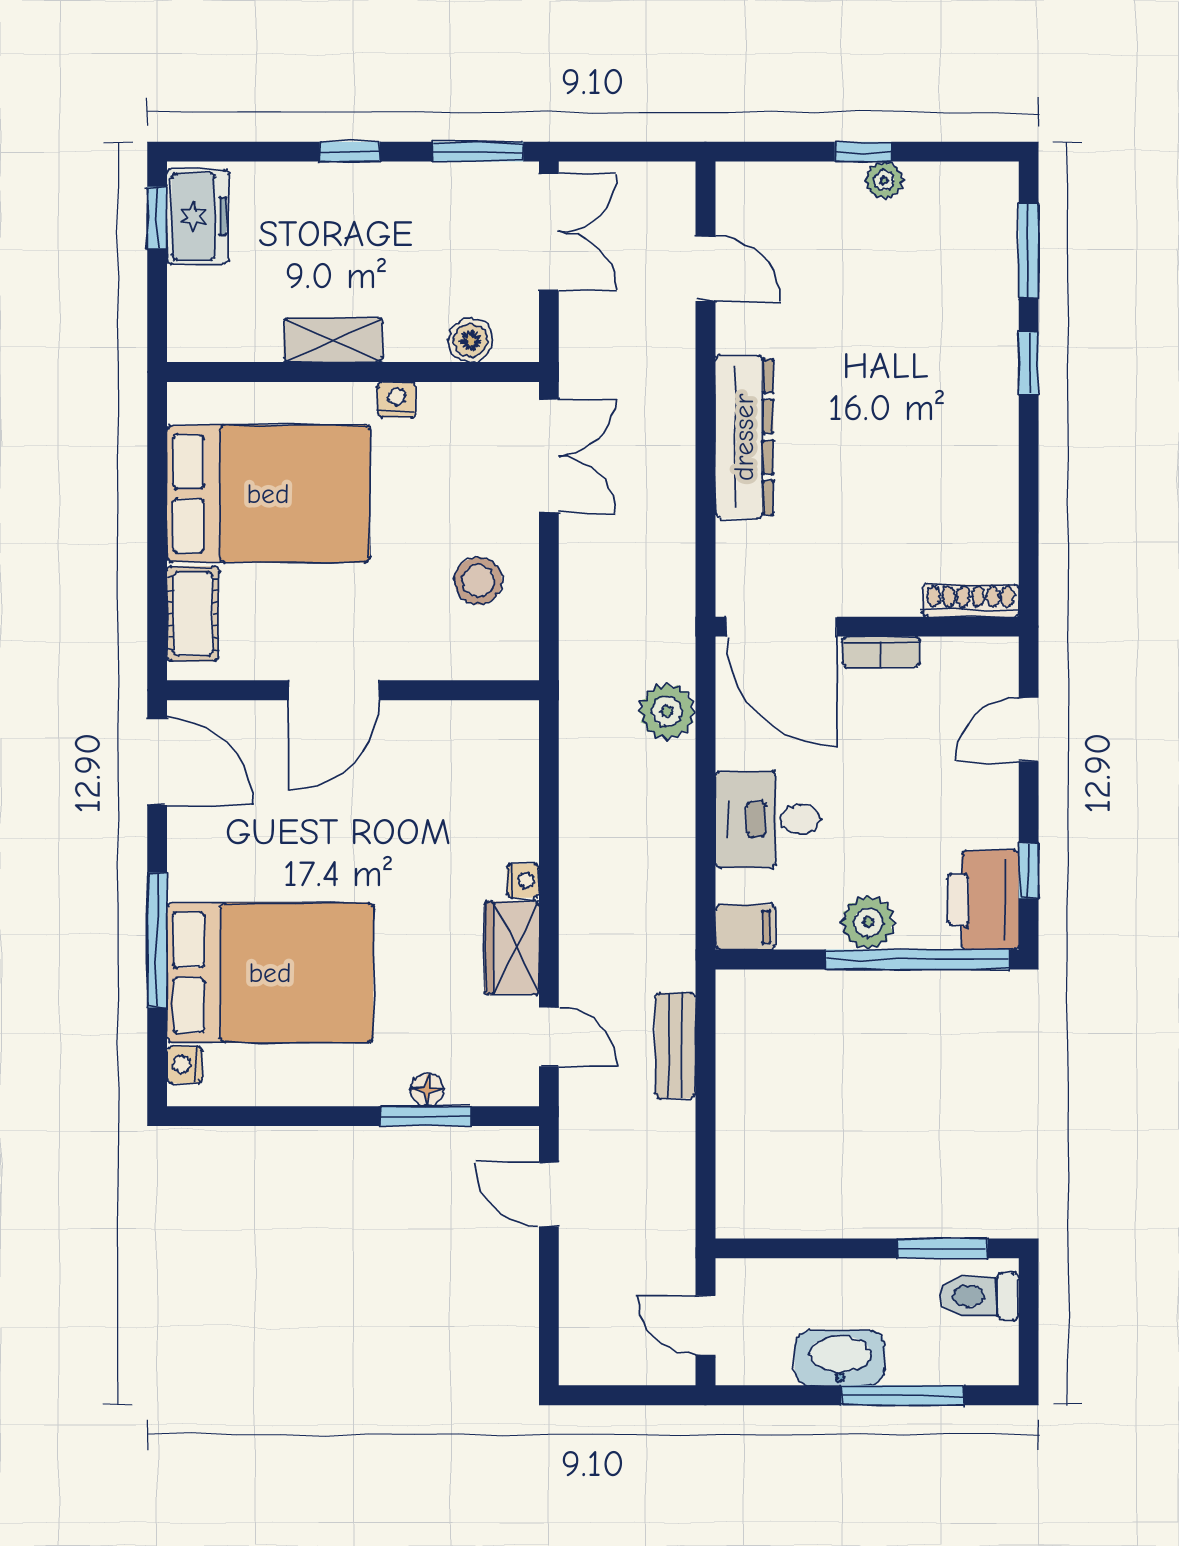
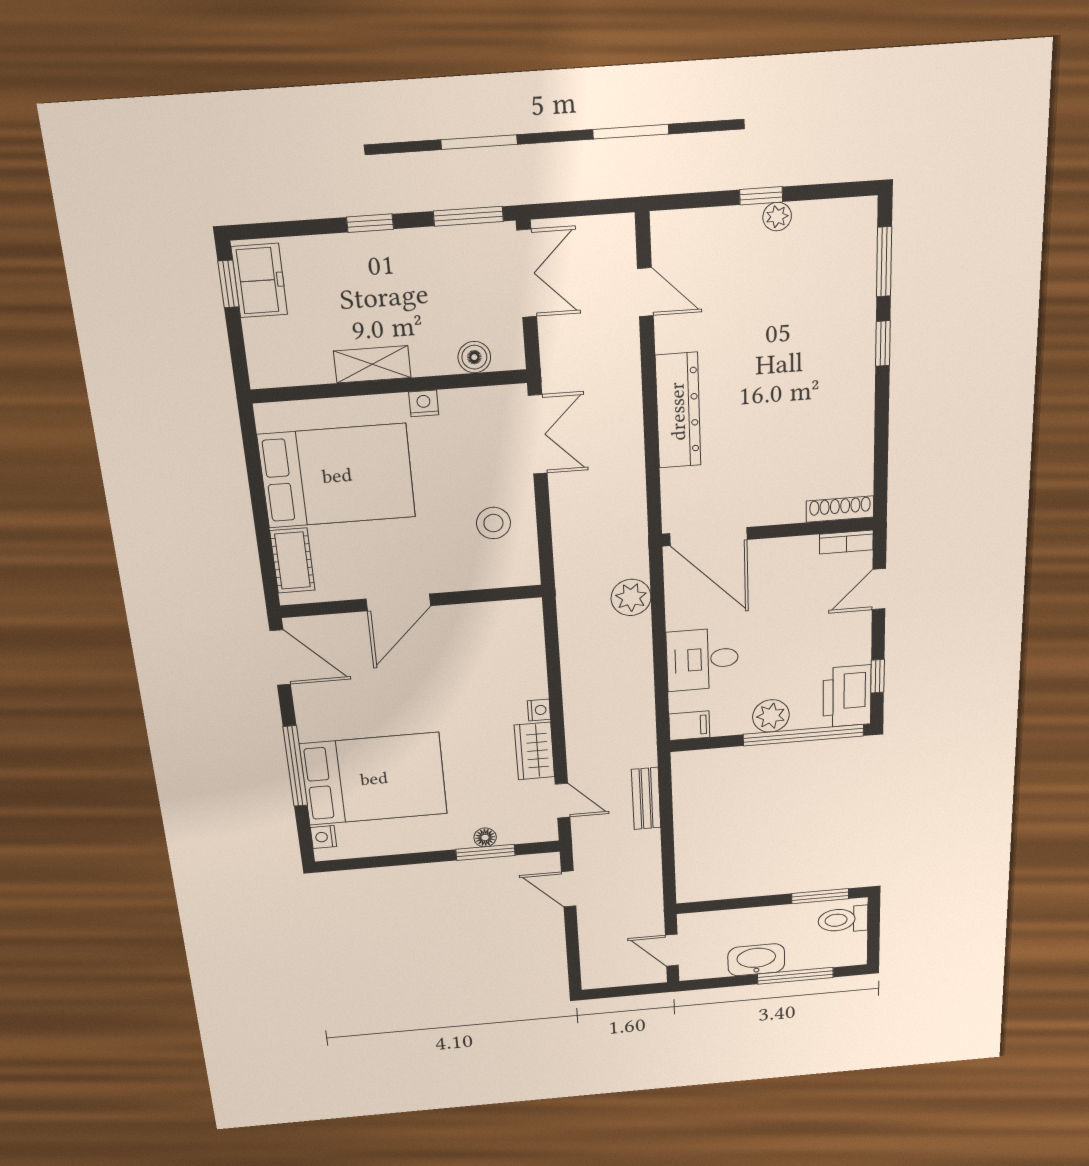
bookcase: (881, 652) -> (846, 542), moved

